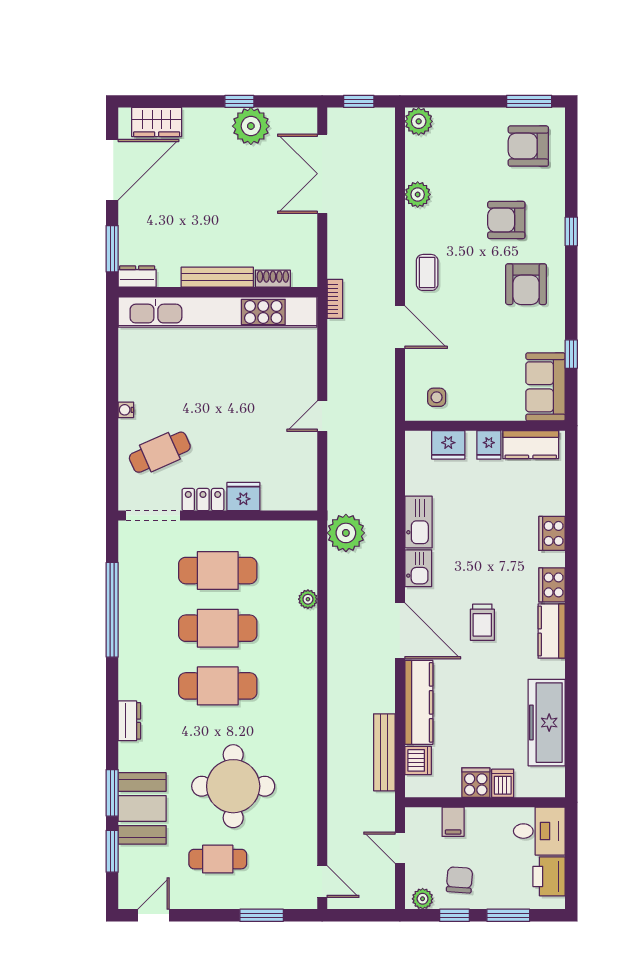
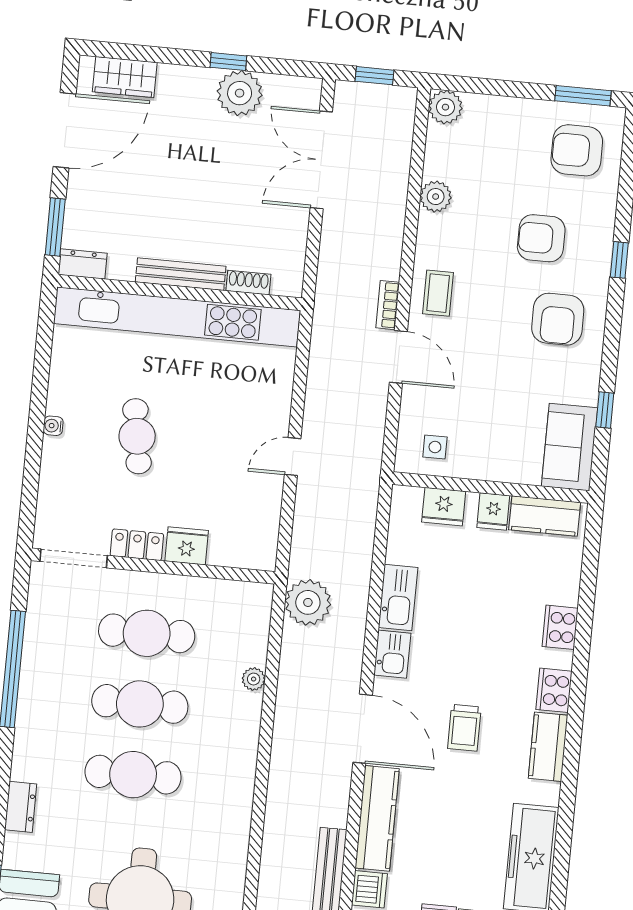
bookcase: (335, 299) -> (388, 305), moved, turned 180
cafe table: (160, 452) -> (137, 436), moved, turned -75

